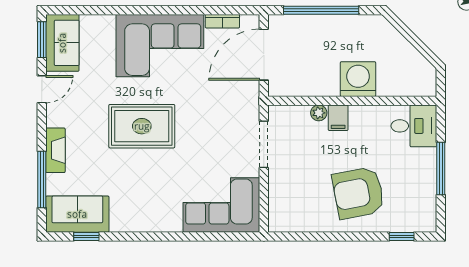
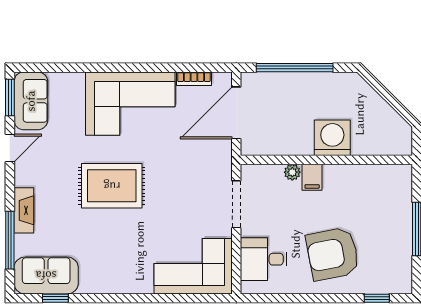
desk: (414, 126) -> (264, 259), moved, turned 180

